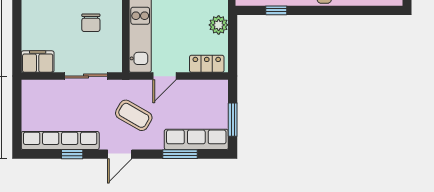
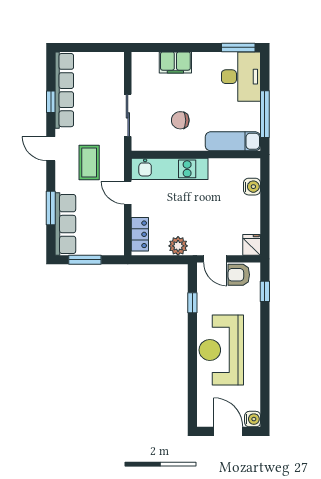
filing cabinet: (38, 62) -> (175, 63), moved, turned 90
coffee table: (134, 115) -> (89, 162), turned -30

